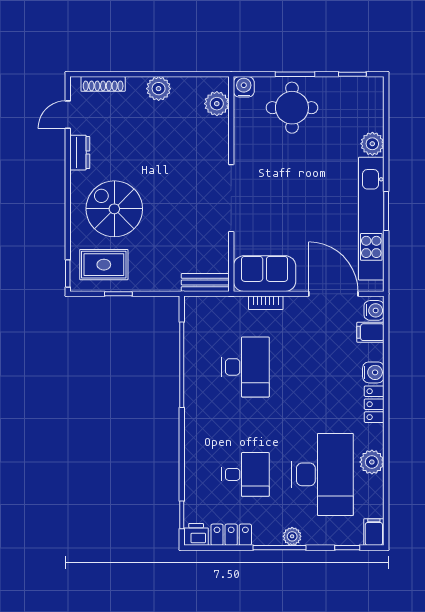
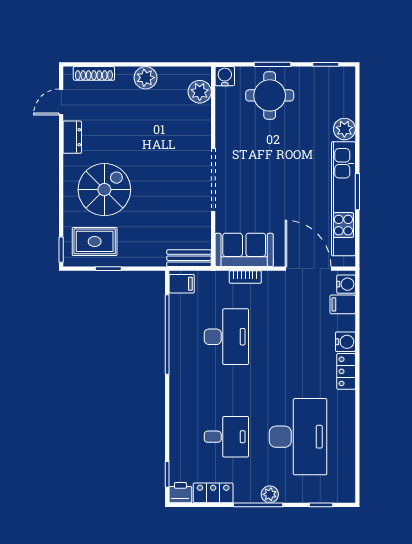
spiral stairs: (114, 209) -> (104, 190), turned 90
plant: (372, 462) -> (344, 425), removed
filing cabinet: (374, 532) -> (182, 284), moved, turned 90

